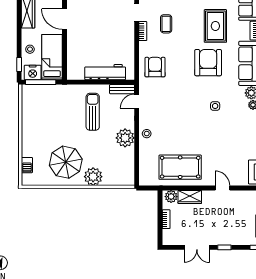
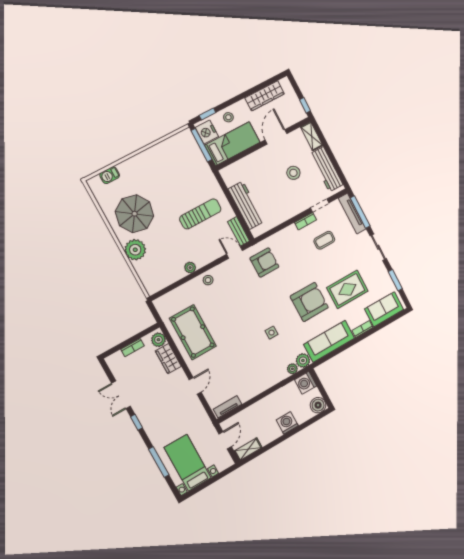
stool: (100, 20) -> (293, 173), added
armchair: (155, 67) -> (264, 262), moved
plant: (125, 138) -> (190, 268), width x0.53, depth x0.53

